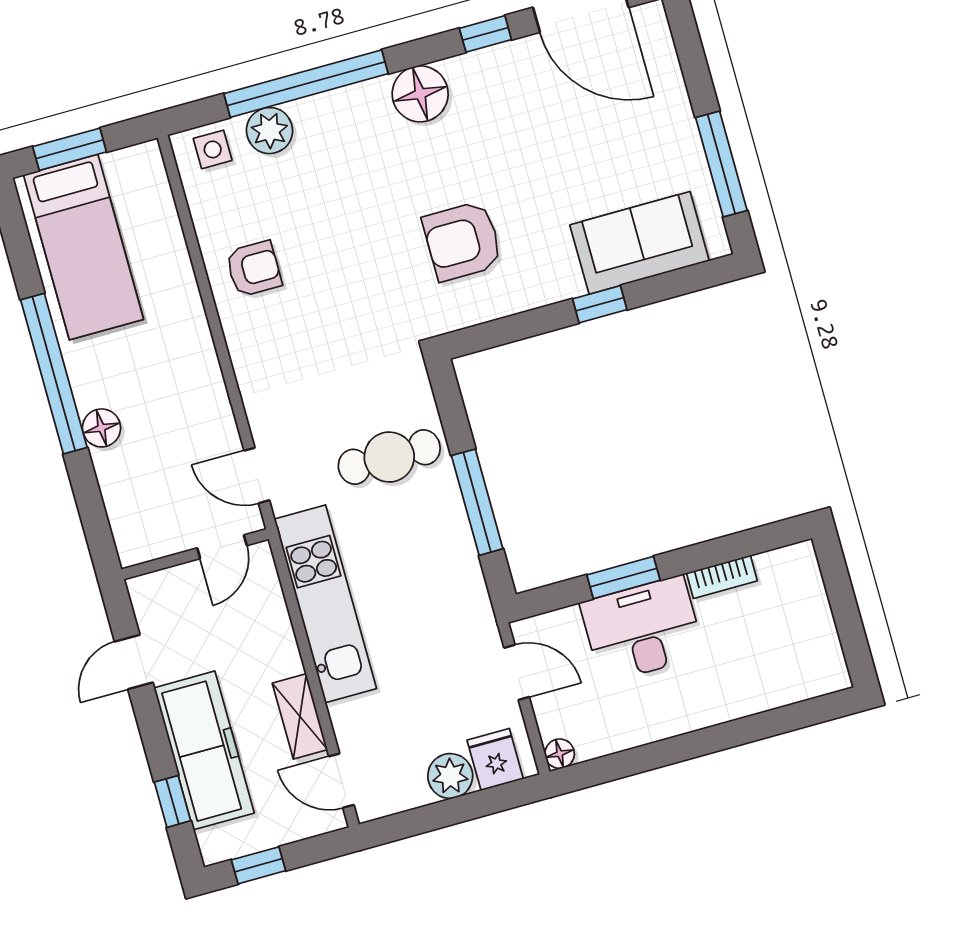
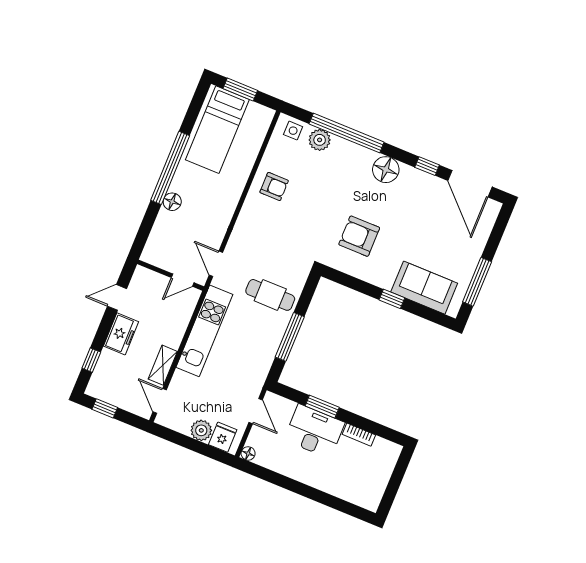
freezer: (204, 750) -> (121, 334), width x0.52, depth x0.79

